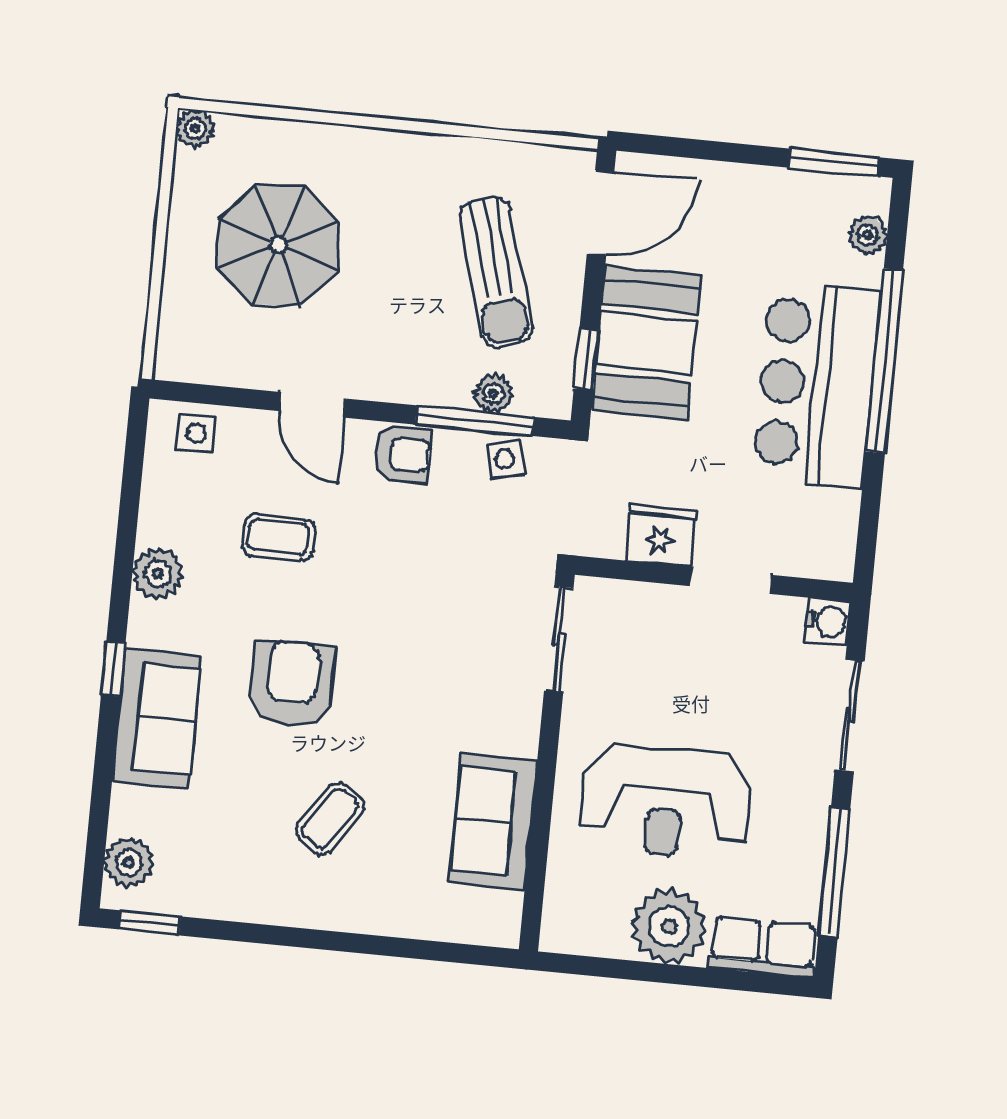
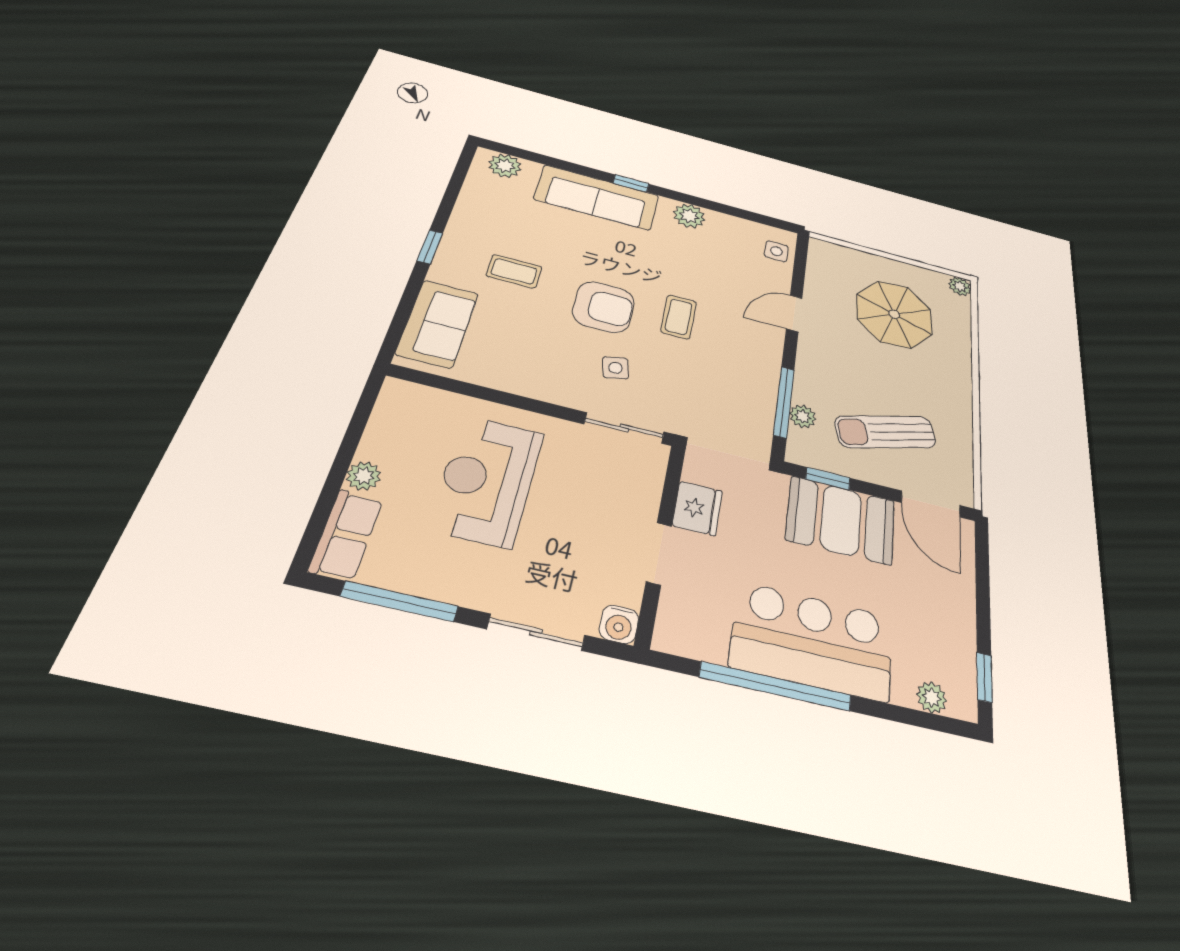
window: (834, 162) -> (984, 677), width x0.67
window: (884, 361) -> (776, 686), moved
armchair: (402, 454) -> (761, 356), removed
side table: (505, 459) -> (615, 368), moved
coffee table: (279, 537) -> (679, 317), moved
armchair: (292, 684) -> (604, 307), moved
sofa: (157, 718) -> (597, 197), width x1.36
coffee table: (330, 818) -> (514, 271), turned -35
sofa: (493, 821) -> (437, 324), moved, turned 90
window: (150, 923) -> (430, 247), moved
plant: (669, 926) -> (364, 476), width x0.53, depth x0.53

